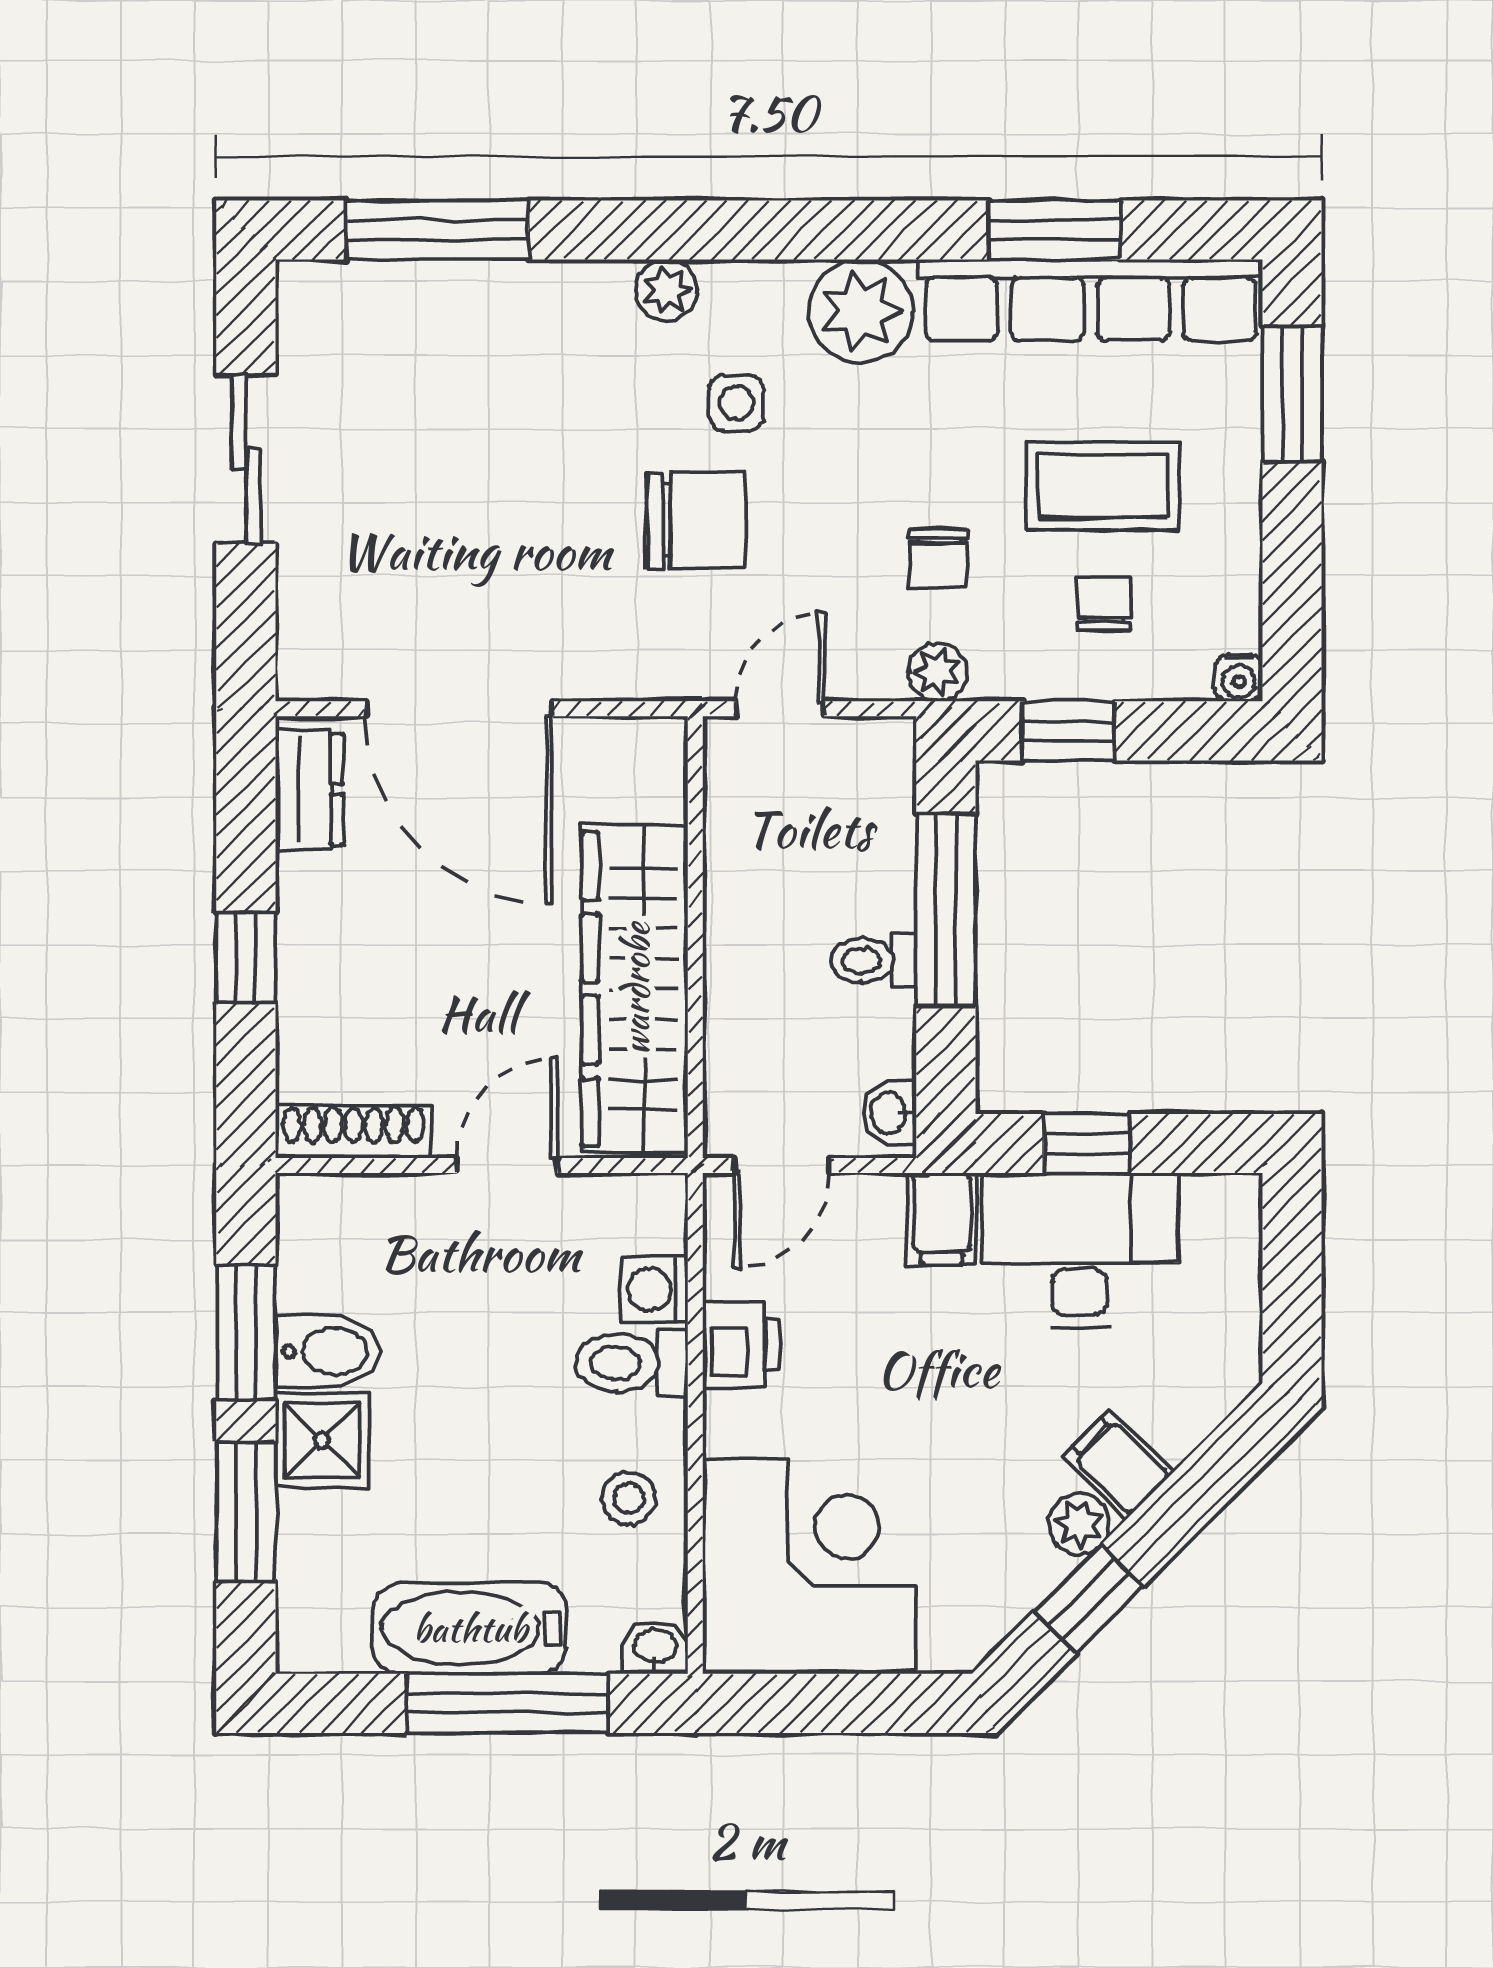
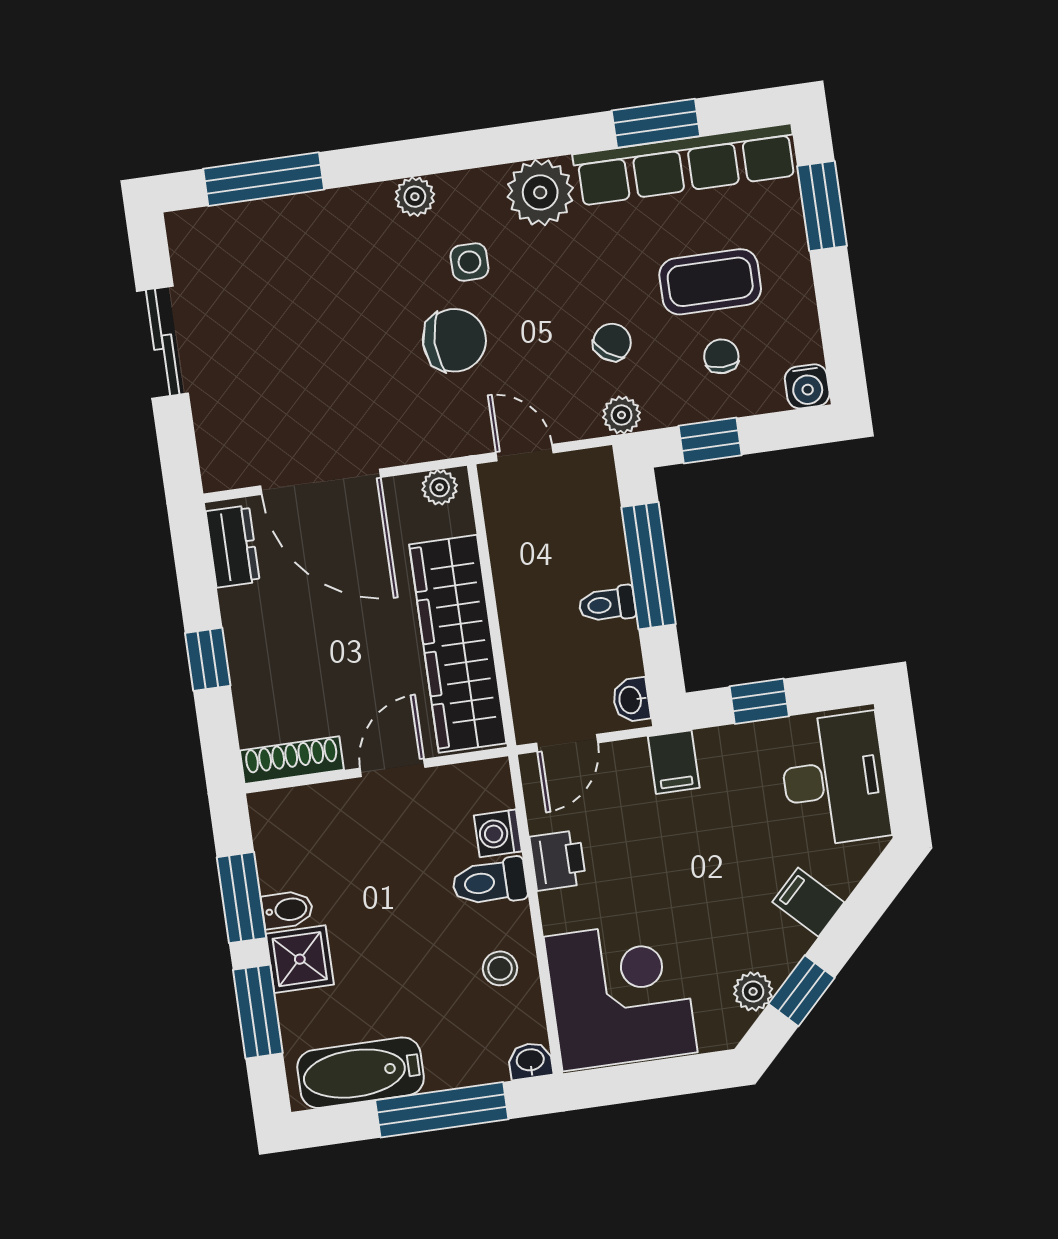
chair: (939, 558) -> (612, 342), turned -143
water cooler: (1239, 678) -> (807, 386), width x1.38, depth x1.38
door: (780, 709) -> (525, 453), hinge flipped
plant: (641, 744) -> (440, 487), added
desk: (1080, 1250) -> (834, 780), moved, turned 90
bidet: (328, 1351) -> (287, 910), width x0.72, depth x0.74
plant: (1079, 1524) -> (753, 991), moved
bathtub: (470, 1628) -> (361, 1073), moved

